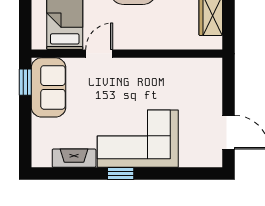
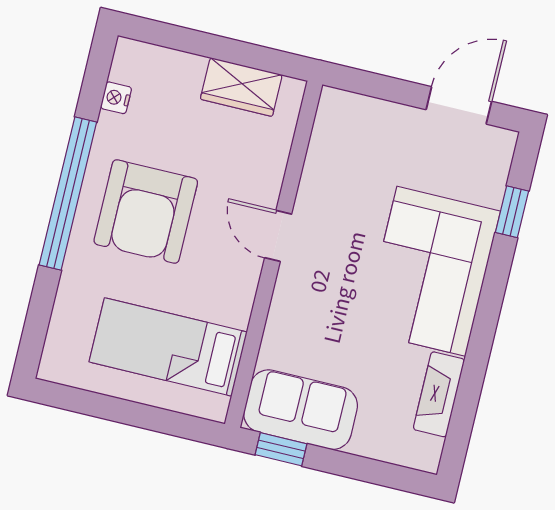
door: (99, 54) -> (278, 236), moved
window: (121, 174) -> (512, 212), moved

